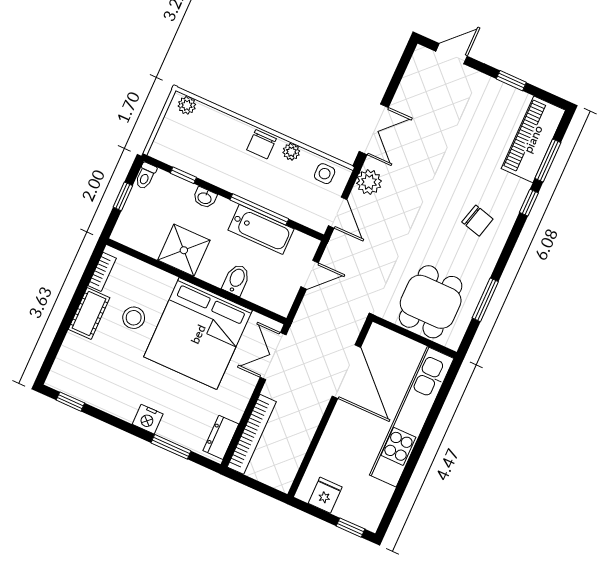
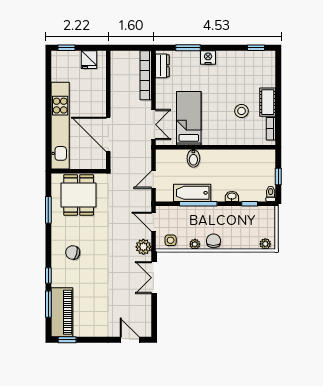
door: (451, 54) -> (130, 340), swing flipped
window: (511, 81) -> (67, 340), moved
shower: (184, 250) -> (230, 162), removed
bed: (198, 334) -> (189, 118), width x0.49

